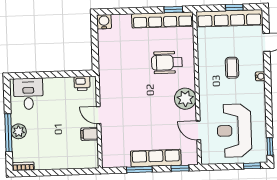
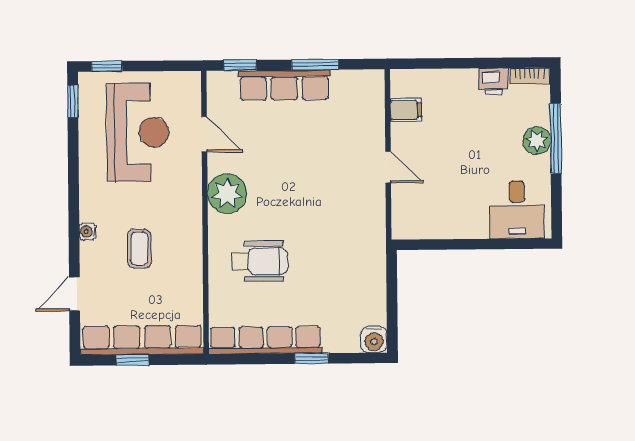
window: (173, 9) -> (312, 358), moved
printer: (82, 83) -> (493, 81), moved, turned 180
filing cabinet: (89, 134) -> (406, 110), moved

